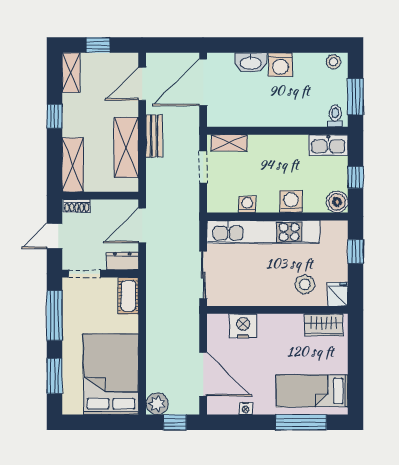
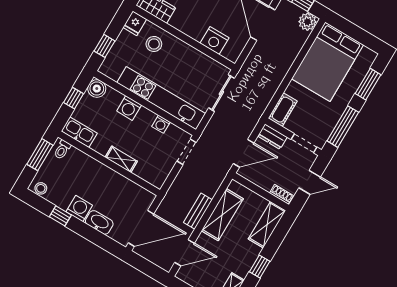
window: (296, 45) -> (60, 216), added
shelving: (229, 143) -> (121, 159), moved
doorway: (203, 167) -> (187, 152), moved

